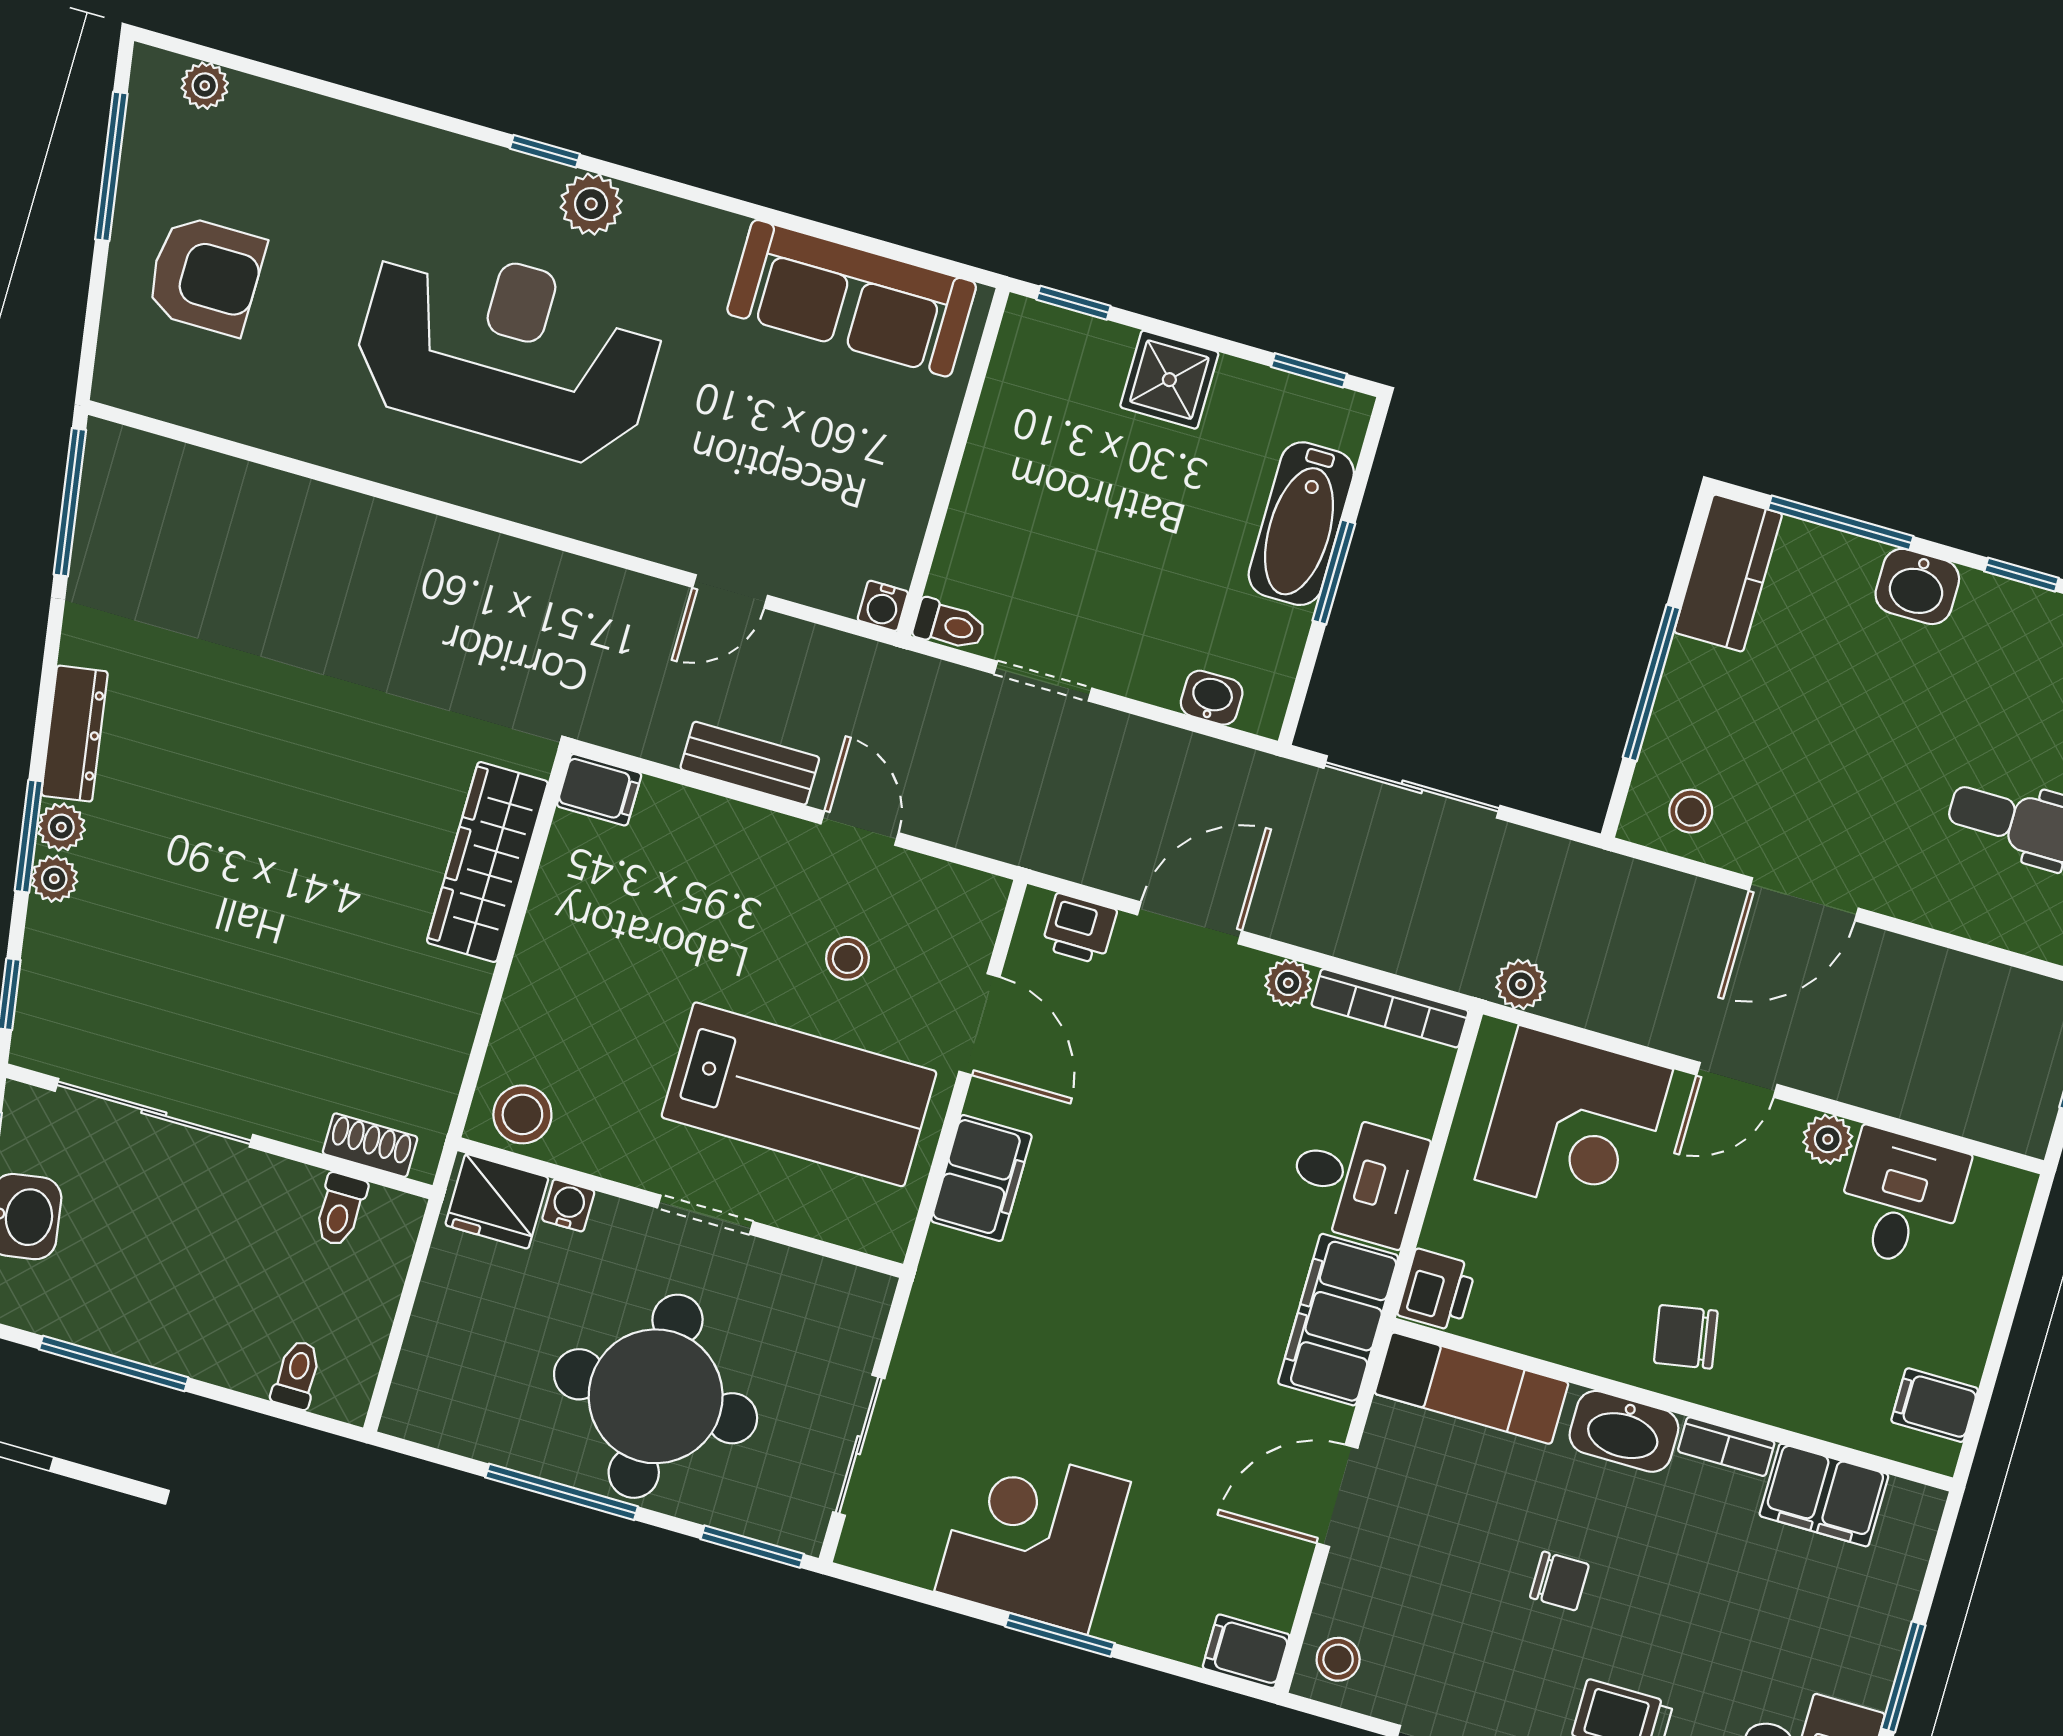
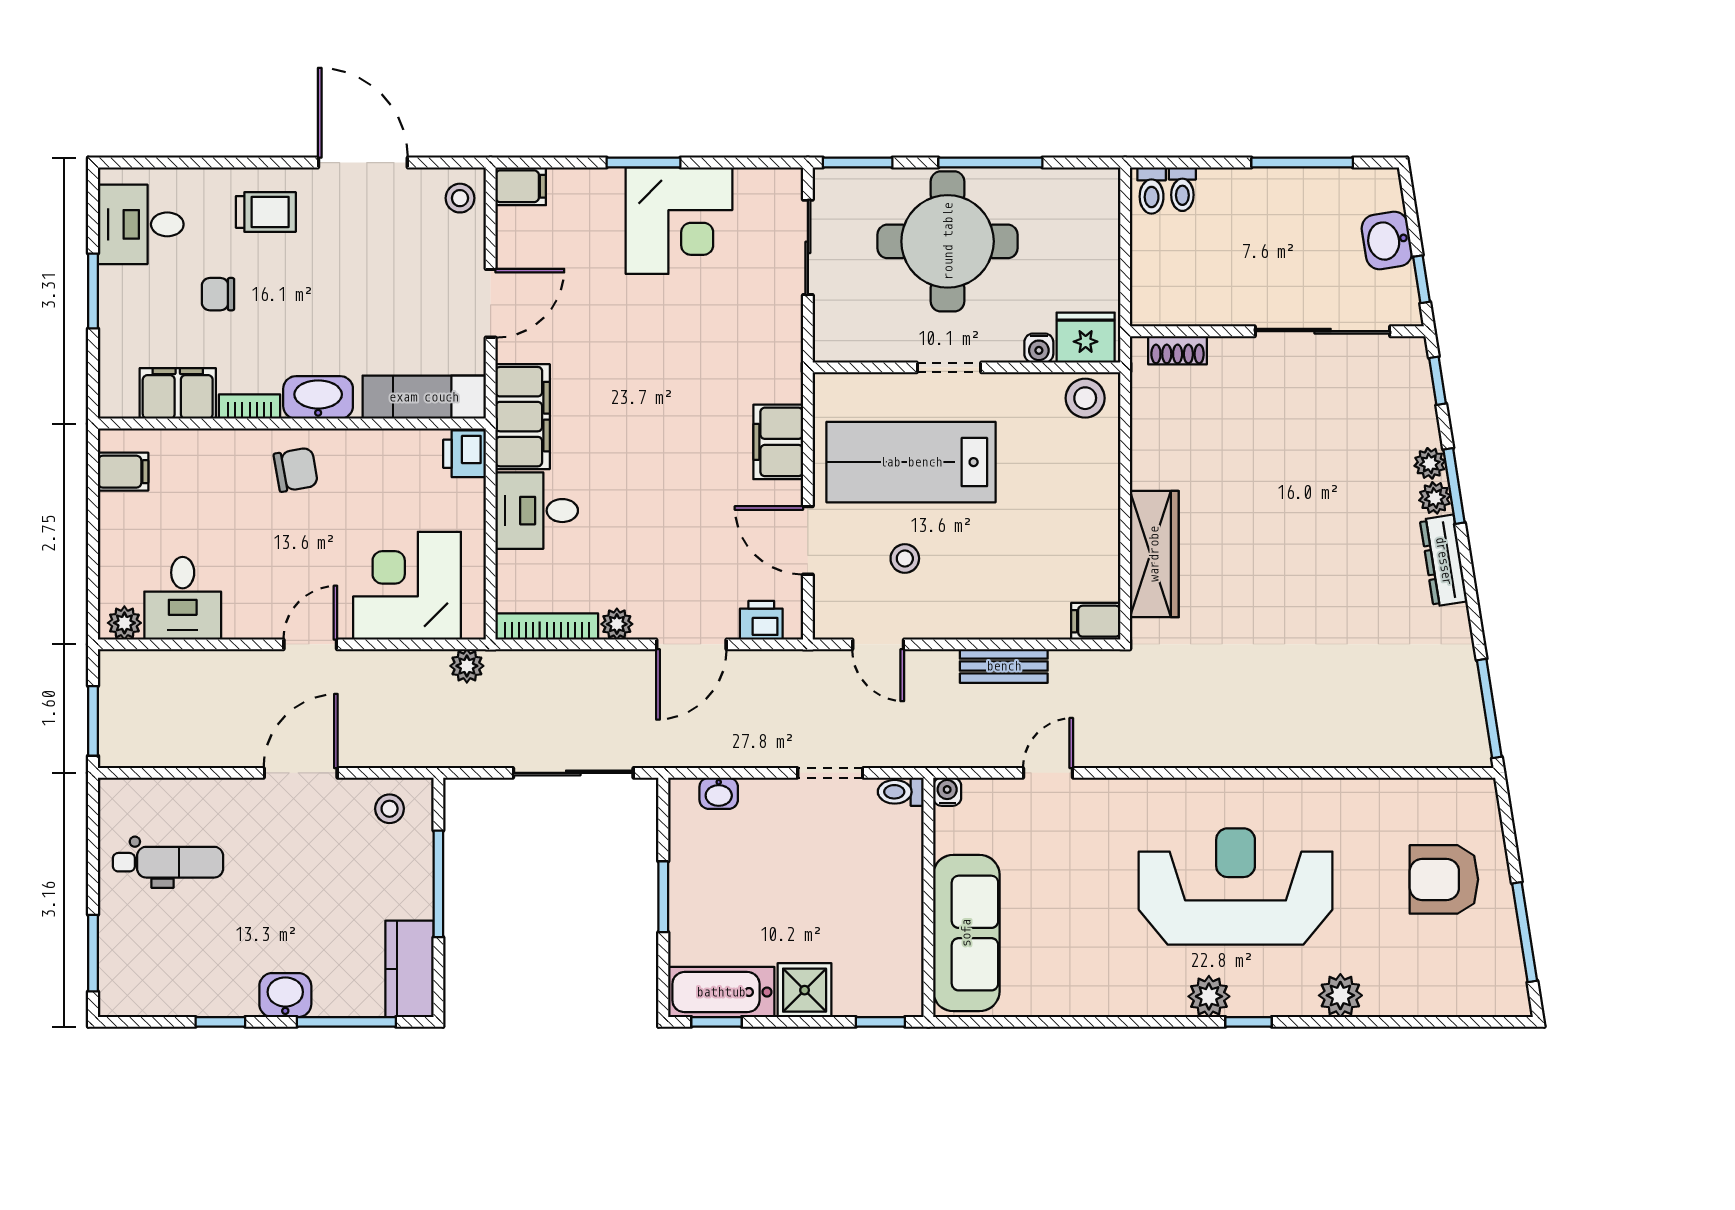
plant: (205, 86) -> (1340, 995), moved, width x1.38, depth x1.38
sofa: (852, 298) -> (966, 933), moved, turned 90
reception desk: (508, 351) -> (1236, 886), turned 180
bathtub: (1301, 524) -> (721, 992), moved, turned -90
door: (860, 828) -> (878, 644), moved
plant: (1828, 1139) -> (124, 623), moved
toilet: (340, 1210) -> (1152, 190), moved, turned 180
chair: (1559, 1581) -> (218, 294), moved

